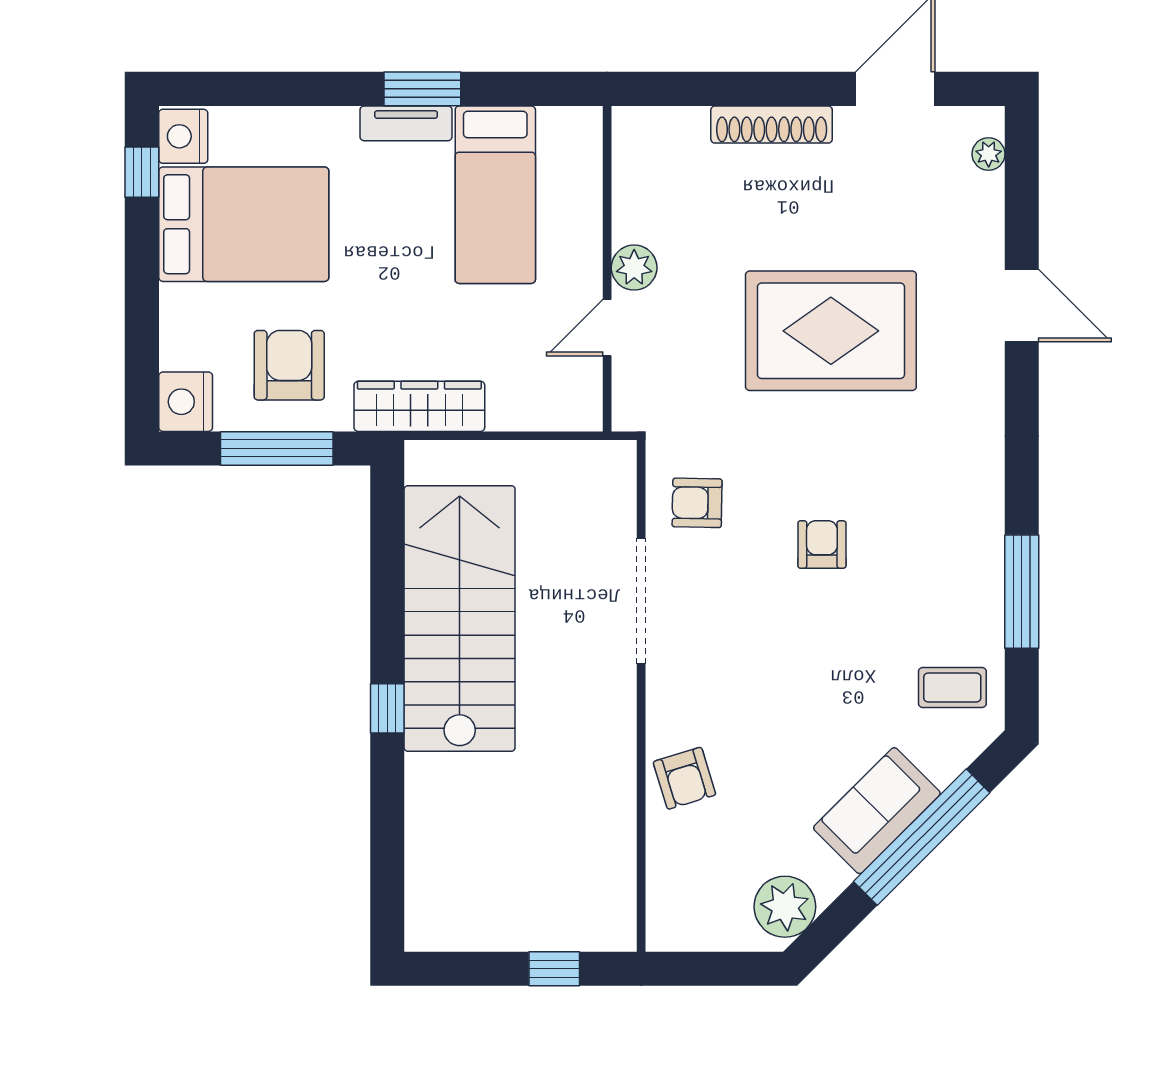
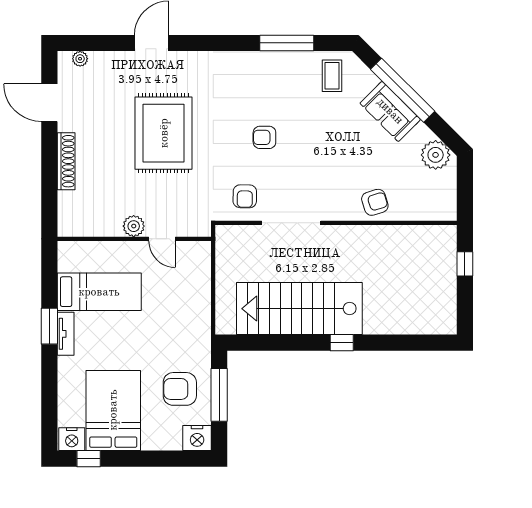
wardrobe: (419, 406) -> (199, 328), removed

